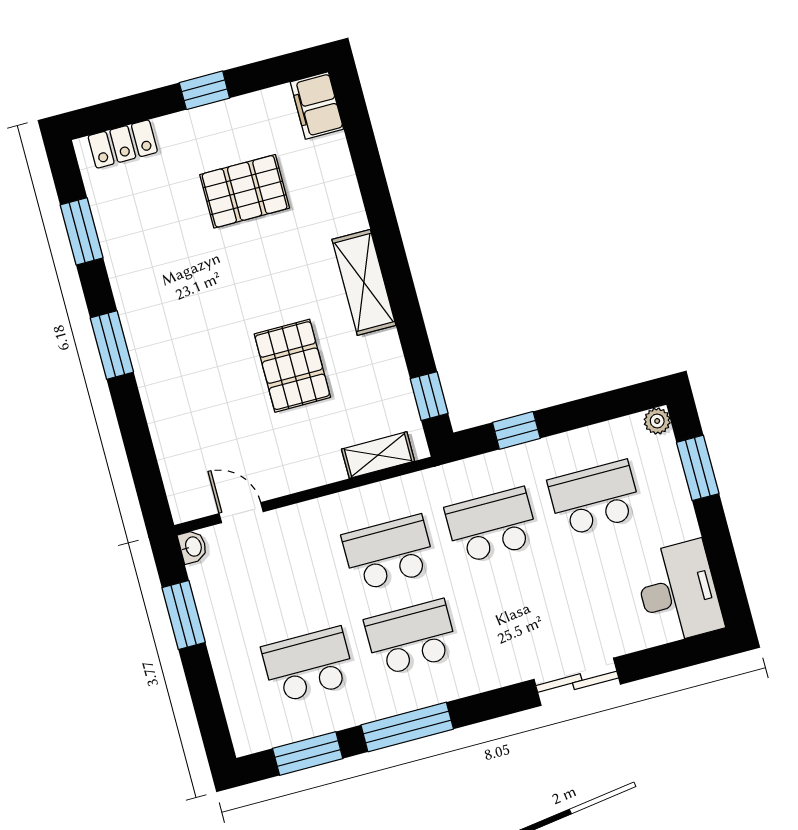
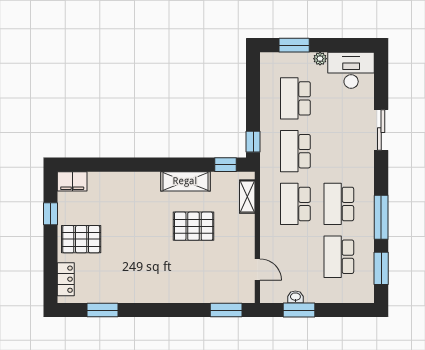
window: (204, 90) -> (51, 214), moved
pallet: (245, 191) -> (81, 239), moved, turned 90
shelving: (364, 282) -> (185, 181), moved
window: (112, 345) -> (226, 310), moved
plant: (657, 421) -> (320, 59), moved
window: (516, 430) -> (253, 142), moved
door: (241, 513) -> (257, 269), swing flipped
washbasin: (193, 547) -> (295, 297), moved

